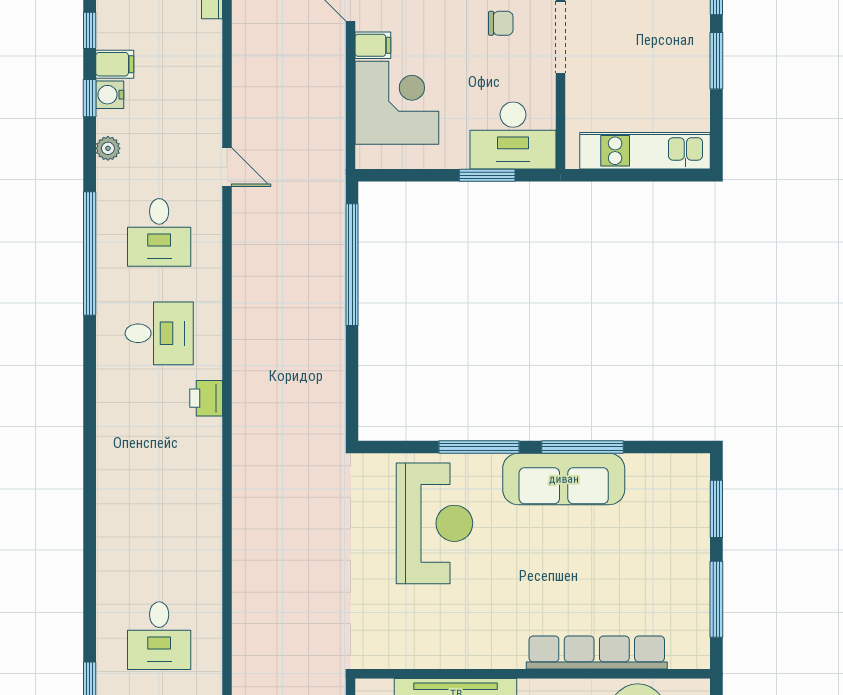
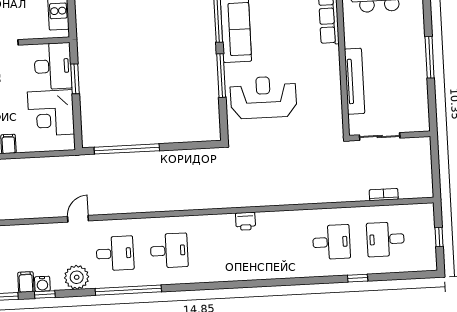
corner desk: (397, 103) -> (51, 113), moved, turned -90
plant: (108, 148) -> (77, 277), width x1.87, depth x1.87
desk: (159, 333) -> (169, 251), turned 90
printer: (206, 398) -> (246, 221), moved

